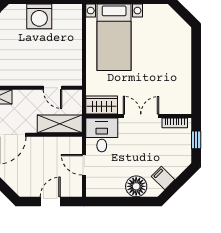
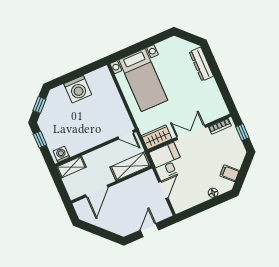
dresser: (184, 47) -> (201, 64), added
door: (52, 88) -> (126, 135), moved
door: (84, 165) -> (163, 190), swing flipped
floor lamp: (136, 186) -> (213, 193), width x0.53, depth x0.53

